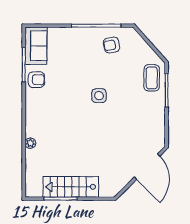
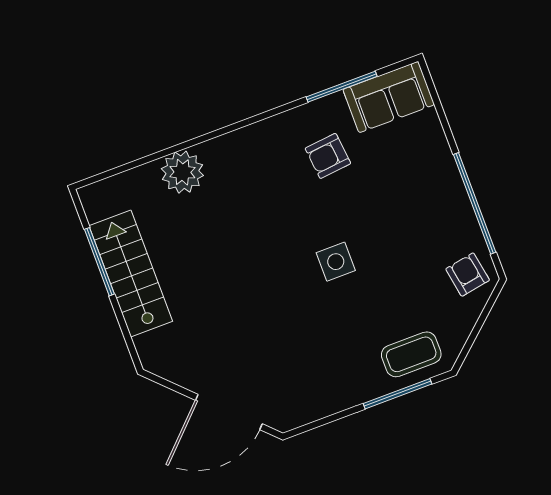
armchair: (112, 45) -> (468, 275), moved
armchair: (36, 80) -> (328, 156), moved, turned 84
plant: (30, 143) -> (182, 172), width x1.87, depth x1.87

